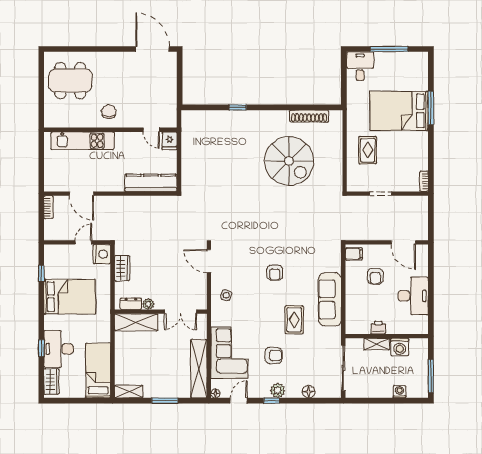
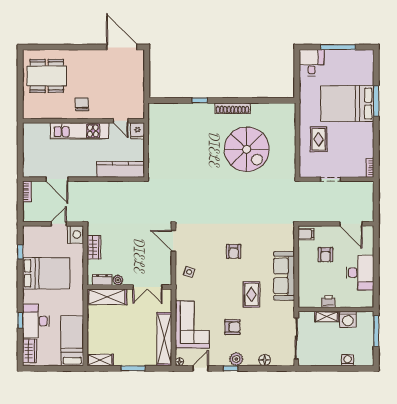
shoe rack: (309, 116) -> (233, 108), moved
kitchen unit: (83, 141) -> (80, 131), moved
window: (431, 376) -> (376, 331), moved

